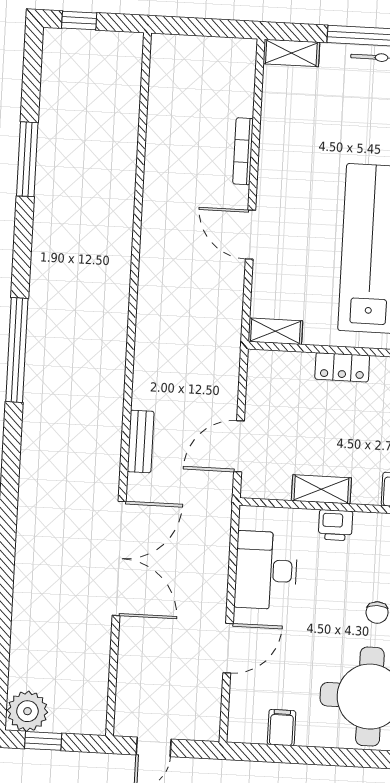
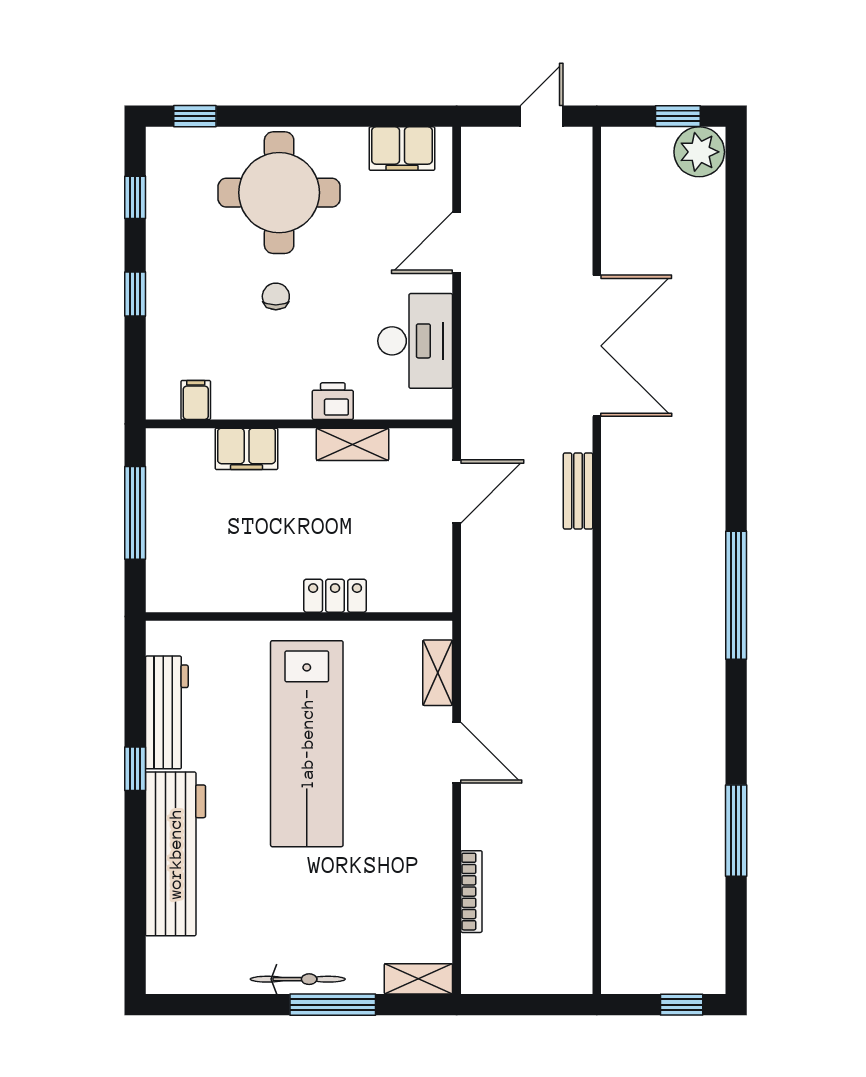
bookcase: (243, 151) -> (471, 892), moved
shelving: (275, 331) -> (438, 673), moved, turned 90
double door: (119, 558) -> (597, 346), swing flipped
filing cabinet: (282, 728) -> (402, 149), width x2.00

